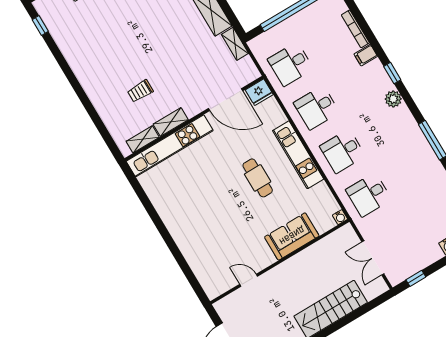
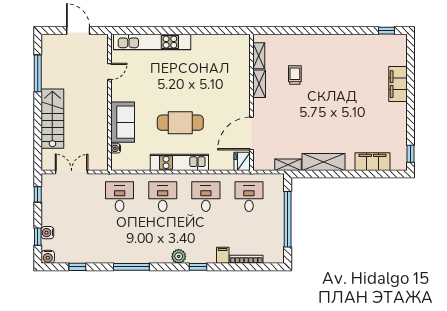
kitchen unit: (170, 146) -> (152, 42), moved, turned -90
cafe table: (258, 178) -> (180, 123), width x1.37, depth x1.35
water cooler: (340, 217) -> (116, 148), moved

